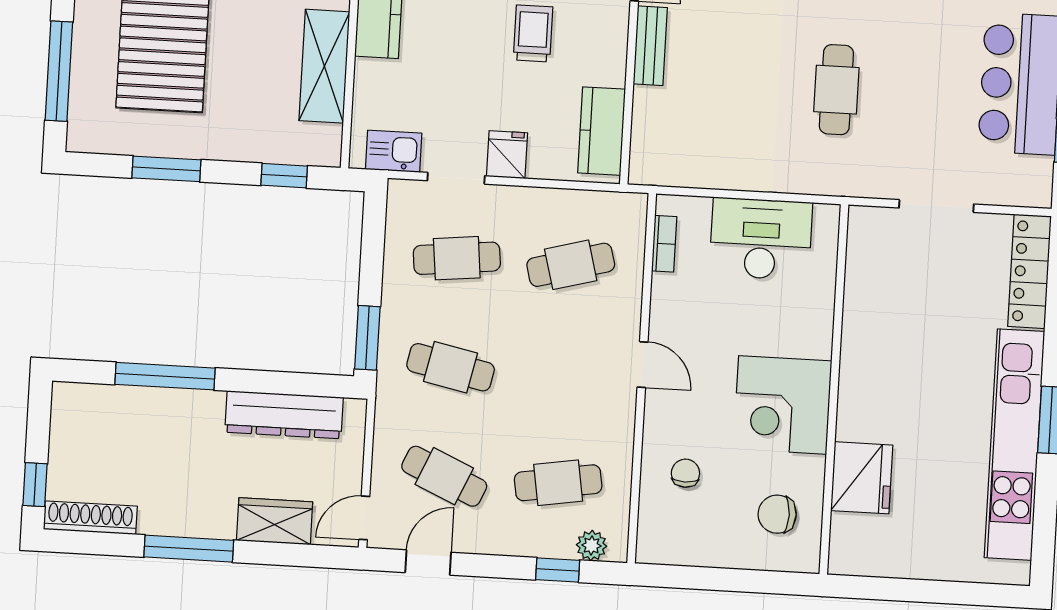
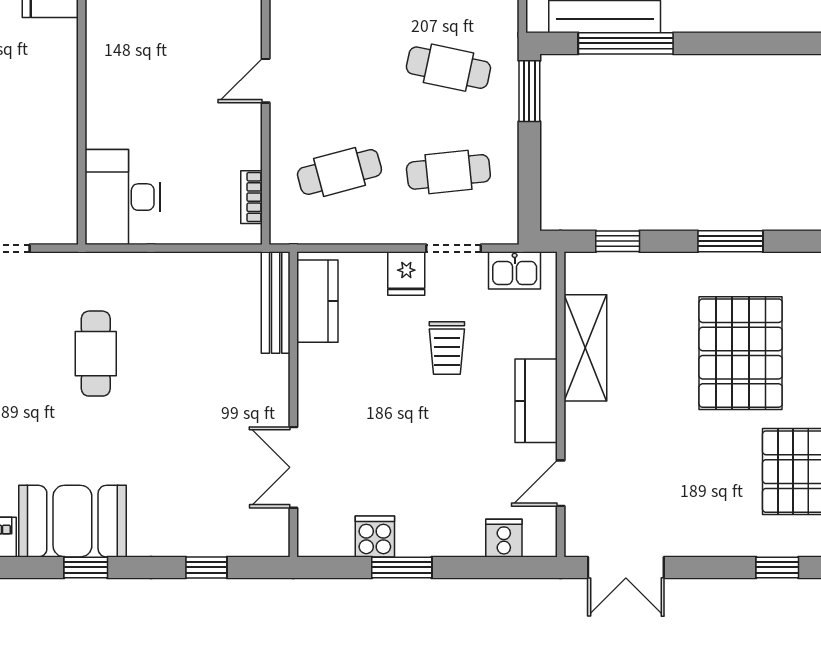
trolley: (533, 33) -> (447, 348), moved
bench: (650, 46) -> (276, 302), moved, width x1.36
desk: (761, 239) -> (122, 197), moved, turned 90
door: (642, 365) -> (266, 81), hinge flipped
window: (165, 376) -> (626, 43), moved
corner desk: (783, 405) -> (130, 50), removed

